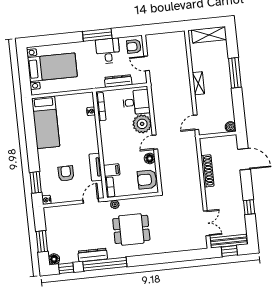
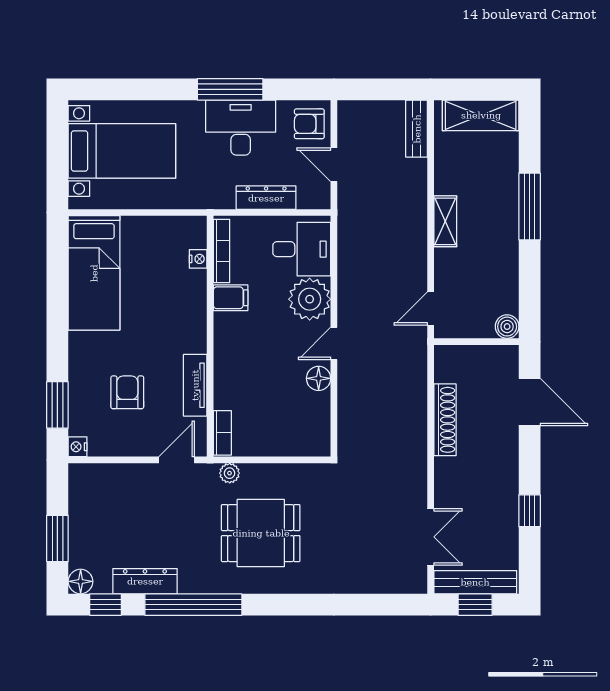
bench: (181, 44) -> (417, 129), added
desk: (108, 51) -> (241, 128), width x1.37
filing cabinet: (112, 170) -> (231, 298), moved
armchair: (147, 180) -> (308, 425), removed
dresser: (93, 255) -> (145, 581), moved

